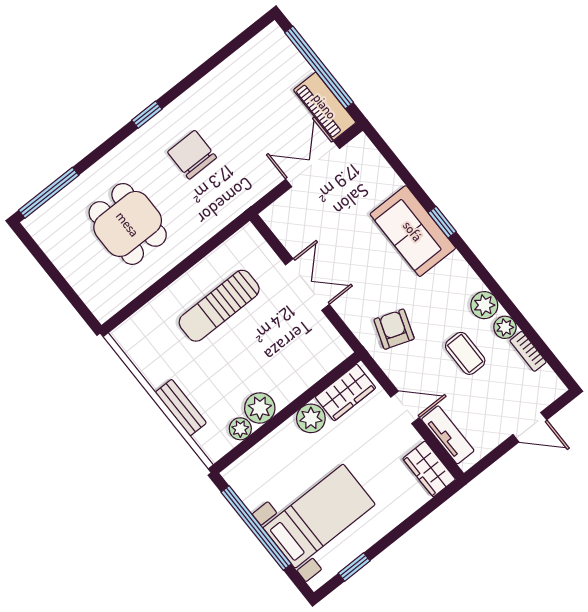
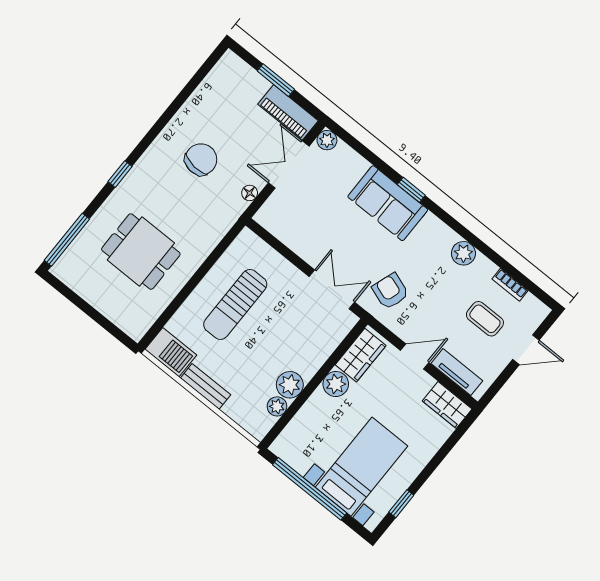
window: (319, 67) -> (276, 80), width x0.47
window: (147, 115) -> (120, 174), moved
chair: (192, 155) -> (201, 159), moved, turned 96
floor lamp: (262, 186) -> (250, 193), added
double door: (307, 285) -> (332, 289), moved
plant: (505, 327) -> (327, 140), moved
barbecue: (136, 343) -> (171, 352), added
coffee table: (465, 353) -> (485, 319), moved
bench: (181, 408) -> (206, 386), moved

